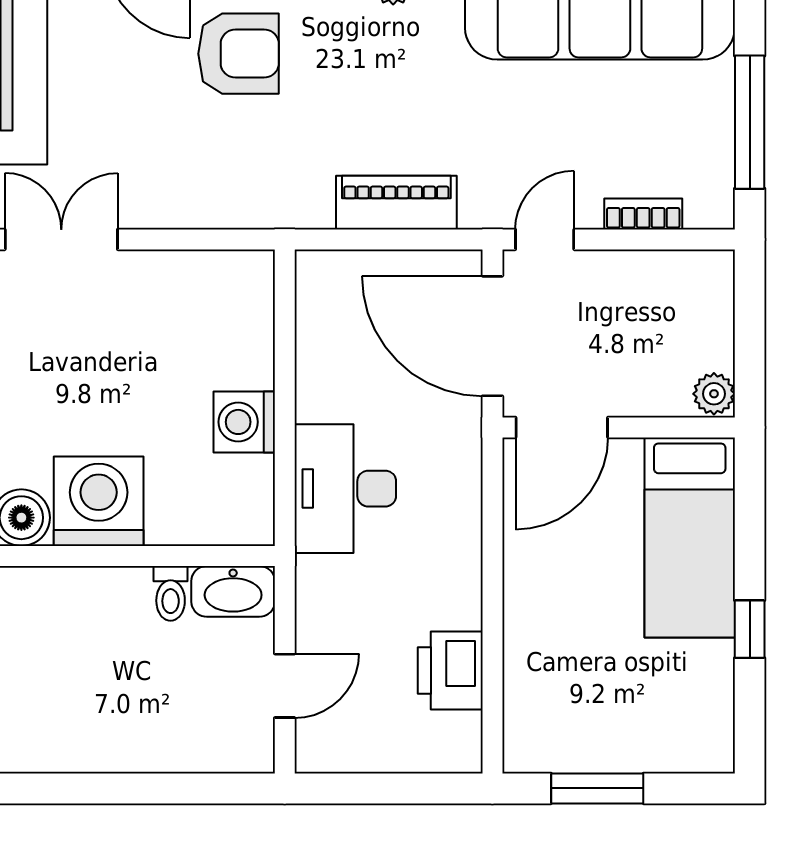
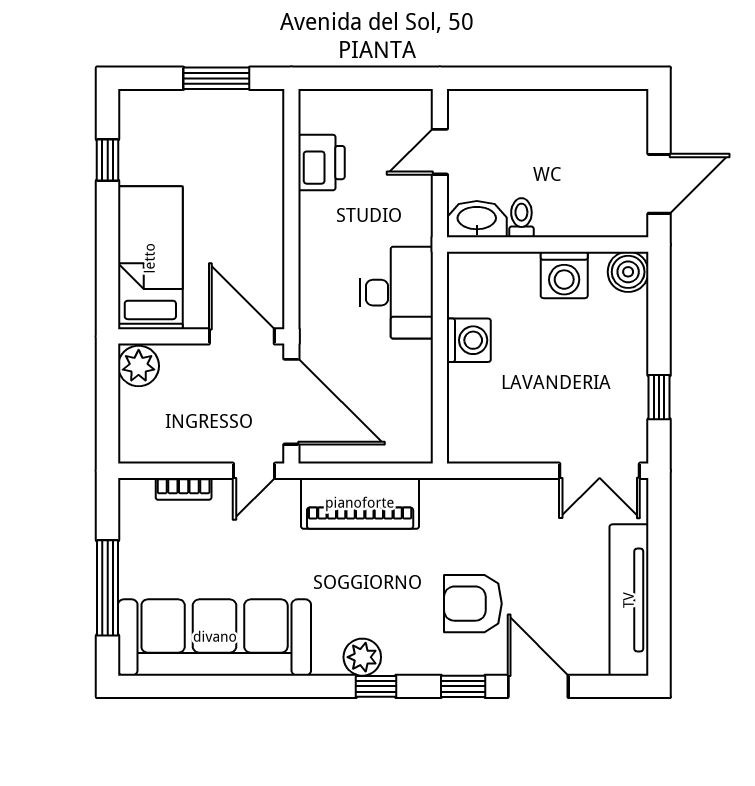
window: (750, 122) -> (108, 588), moved
piano: (396, 203) -> (360, 503), width x1.37, depth x1.33
plant: (714, 394) -> (139, 366), width x1.38, depth x1.38
door: (562, 427) -> (242, 336), hinge flipped
washing machine: (99, 501) -> (564, 275), width x0.73, depth x0.73
window: (750, 629) -> (108, 160), moved

